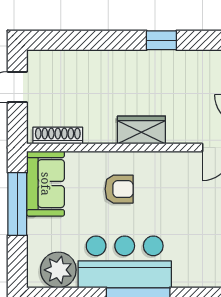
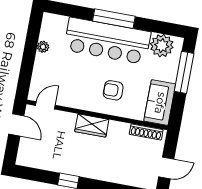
window: (17, 204) -> (184, 72), moved
bar counter: (125, 262) -> (107, 41), width x1.36

